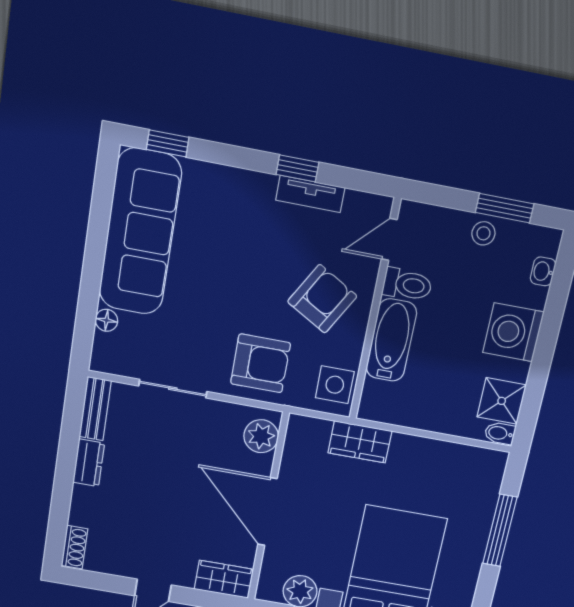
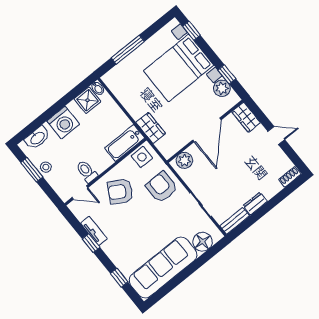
window: (168, 143) -> (119, 278), moved
washbasin: (543, 271) -> (37, 138), width x1.91, depth x1.45
floor lamp: (106, 320) -> (203, 242), width x1.89, depth x1.89
bathtub: (391, 340) -> (125, 143), moved

